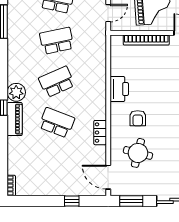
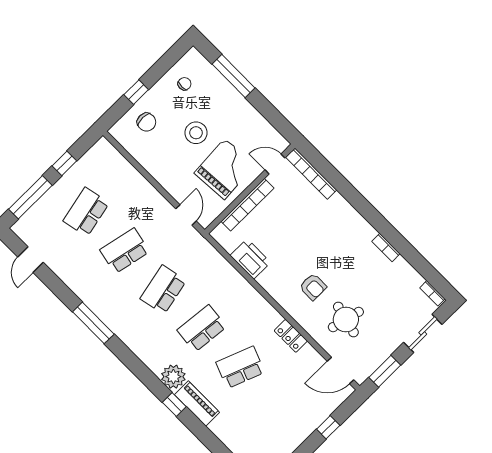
school desk: (57, 82) -> (202, 328), turned 30
printer: (119, 89) -> (250, 259), moved

